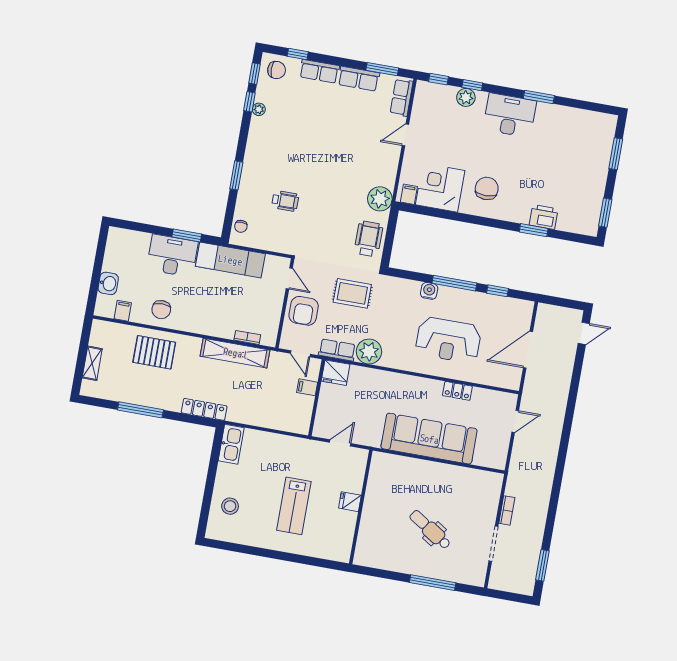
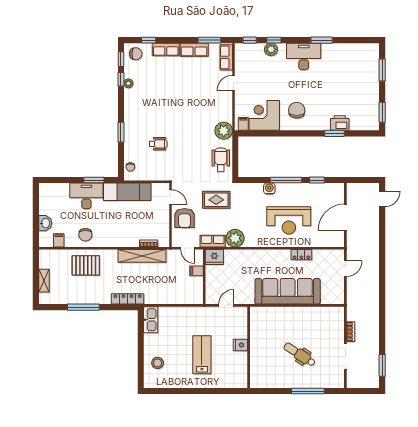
lab bench: (294, 506) -> (202, 355), turned 180

